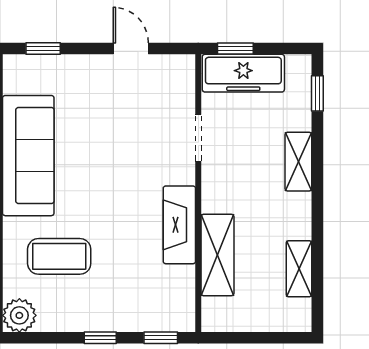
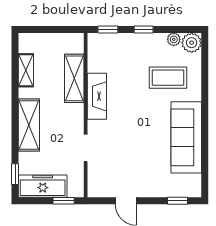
freezer: (243, 73) -> (43, 186), moved
shelving: (298, 162) -> (29, 125), width x1.50, depth x1.33
plant: (49, 321) -> (174, 39), added

